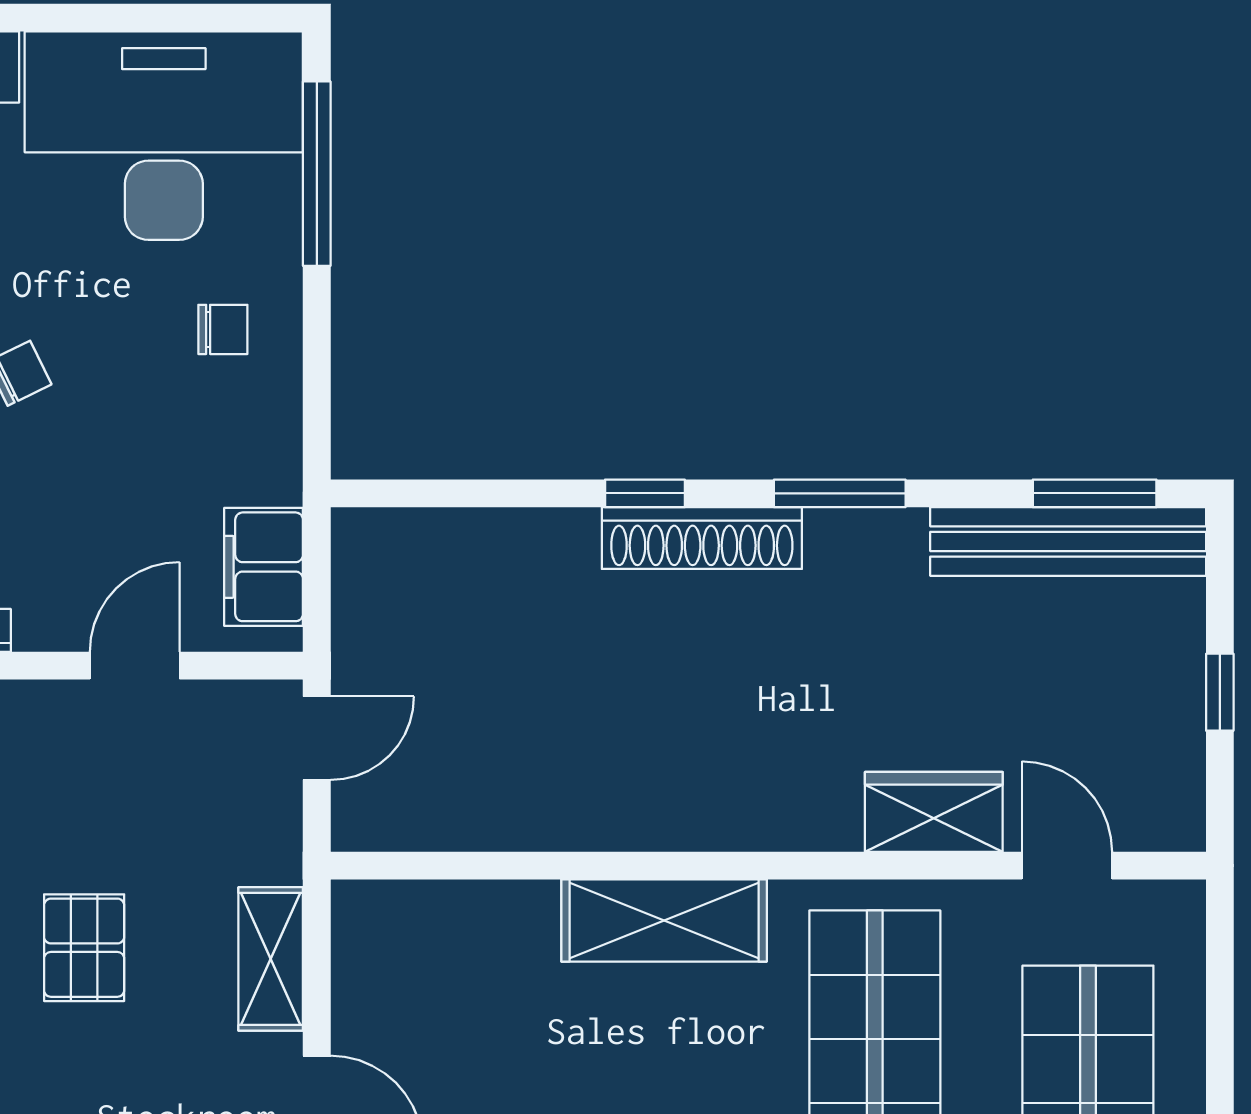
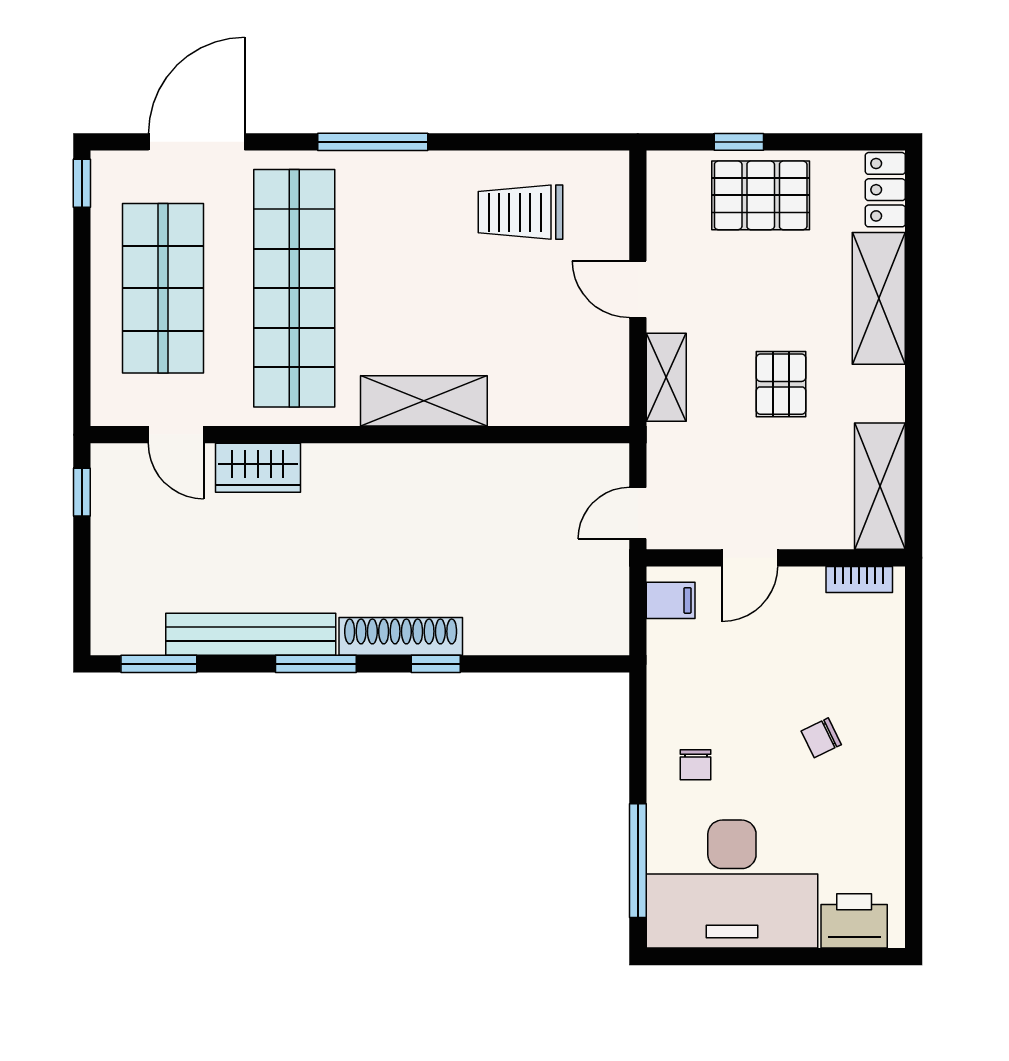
chair: (223, 329) -> (696, 765), turned -90
bench: (1068, 541) -> (251, 634), moved
filing cabinet: (264, 567) -> (671, 600), width x0.50
window: (1220, 692) -> (82, 492), moved

